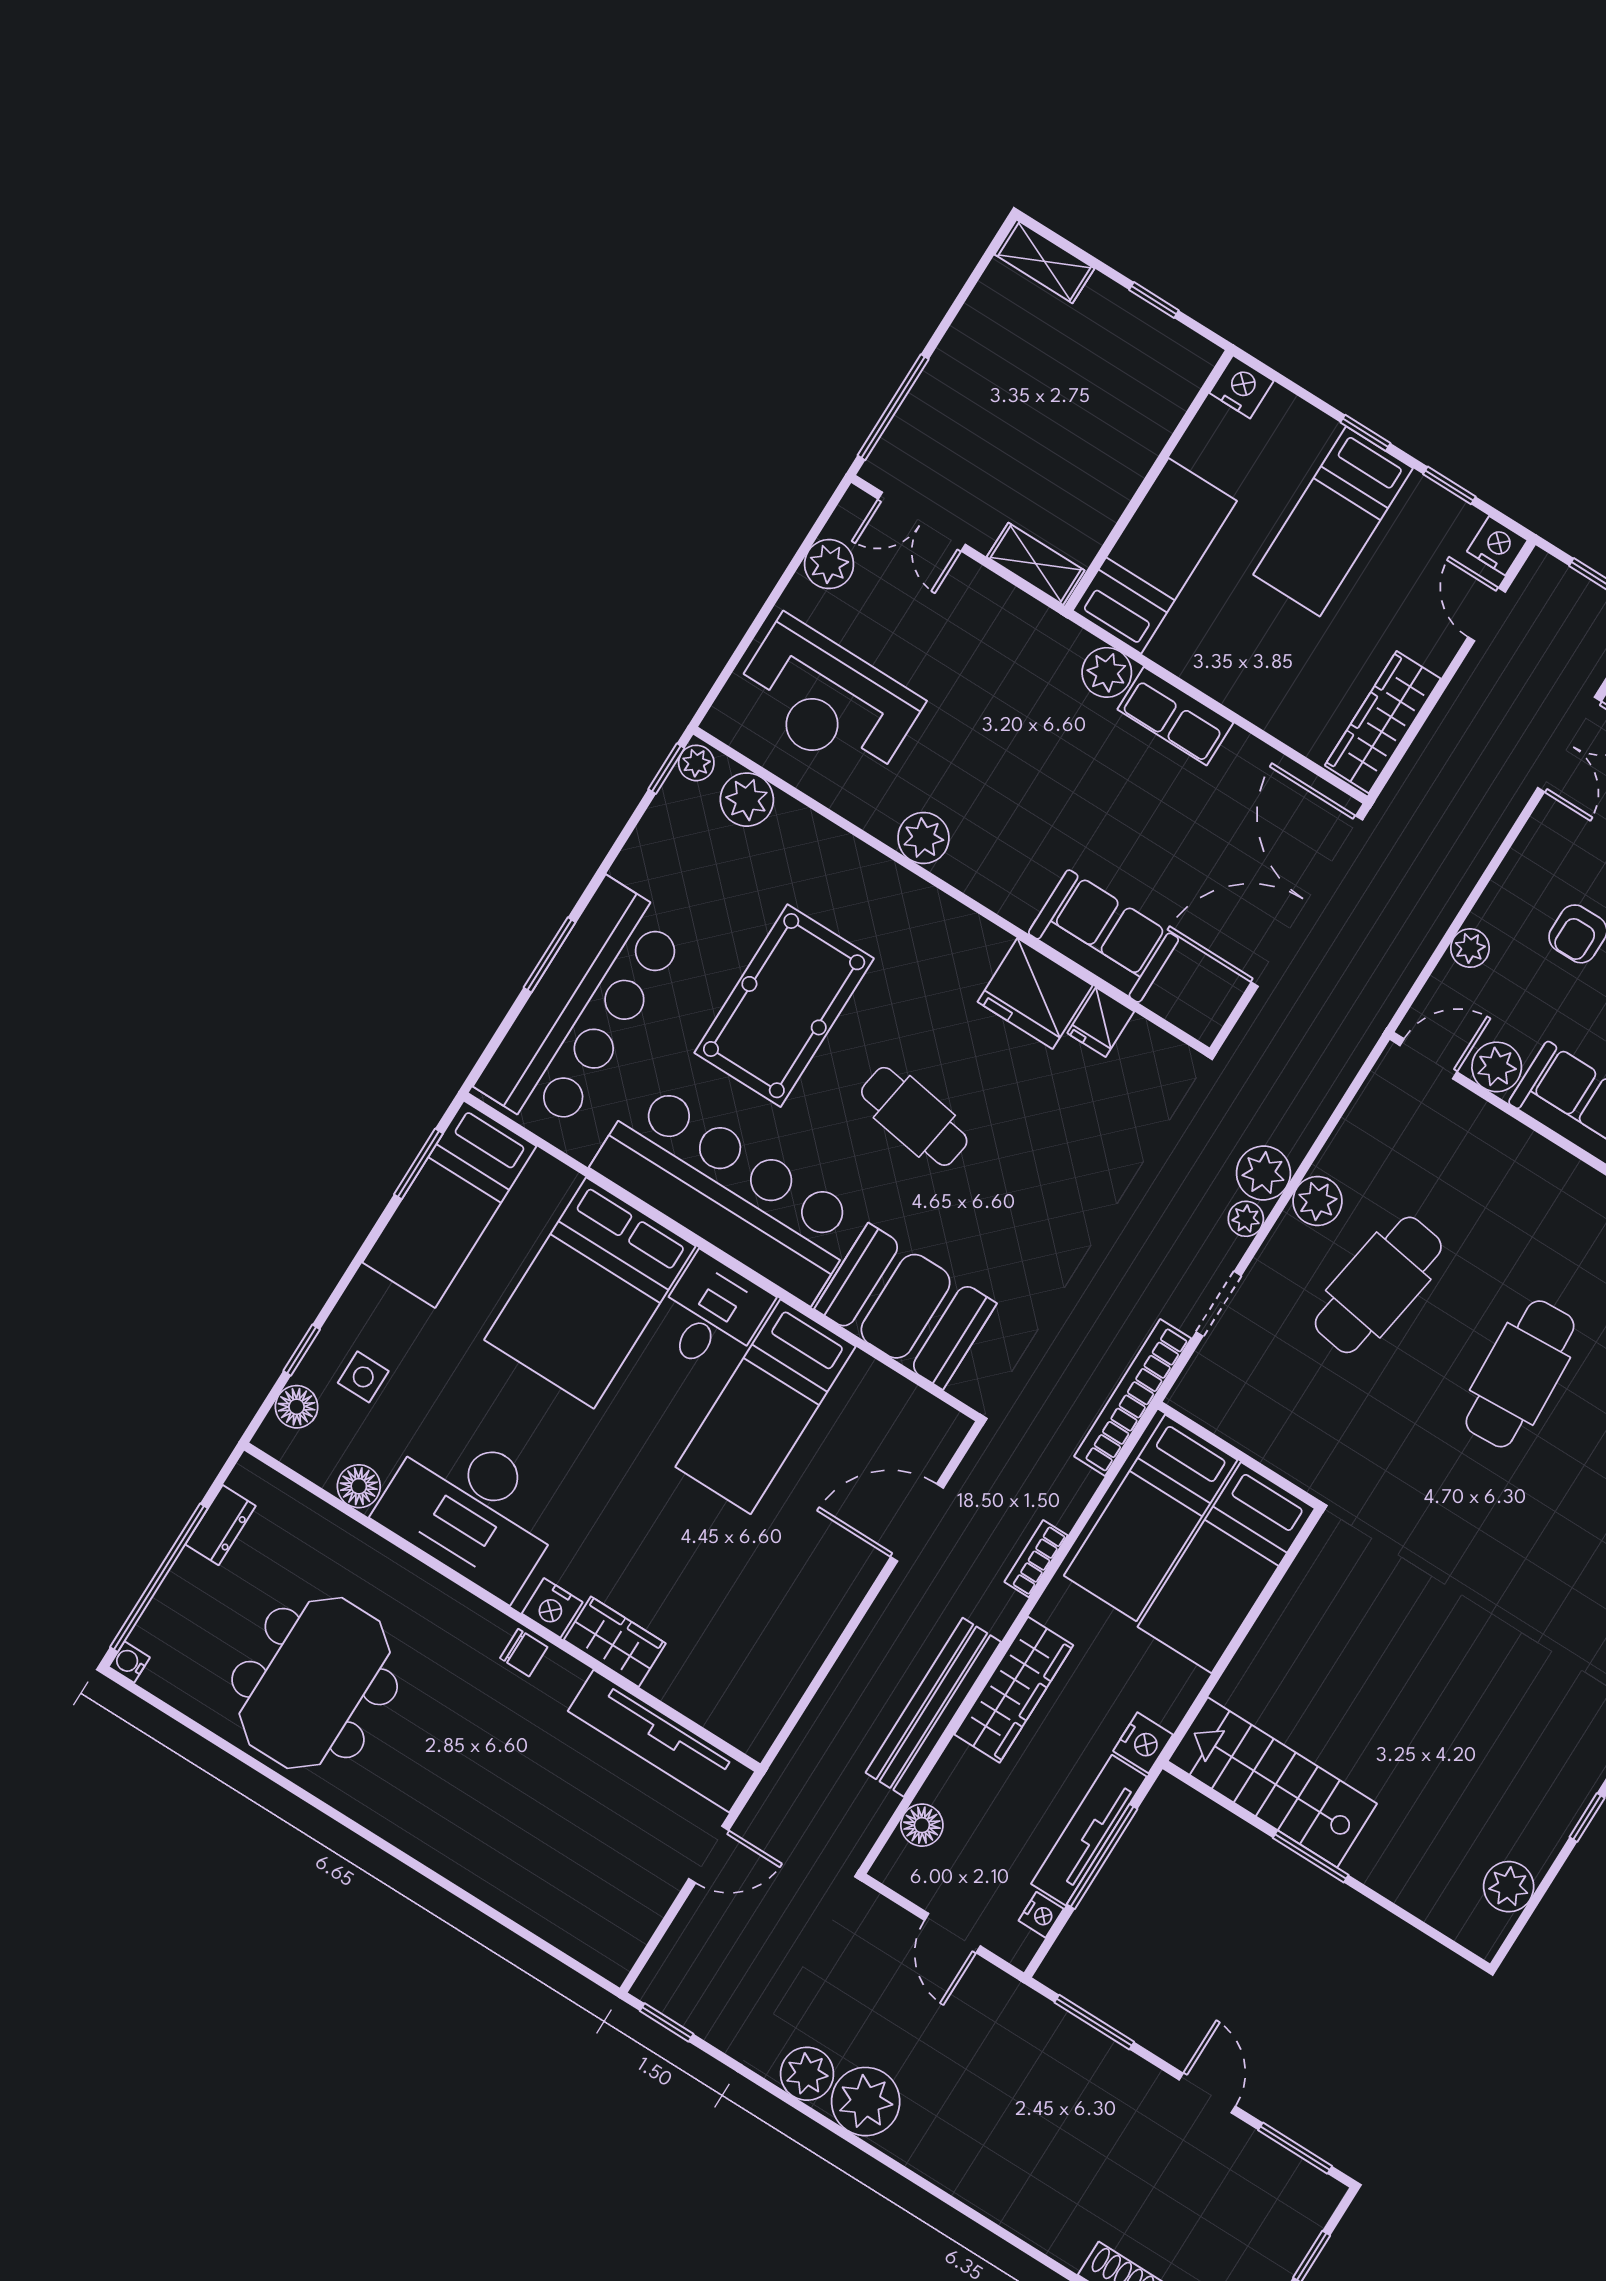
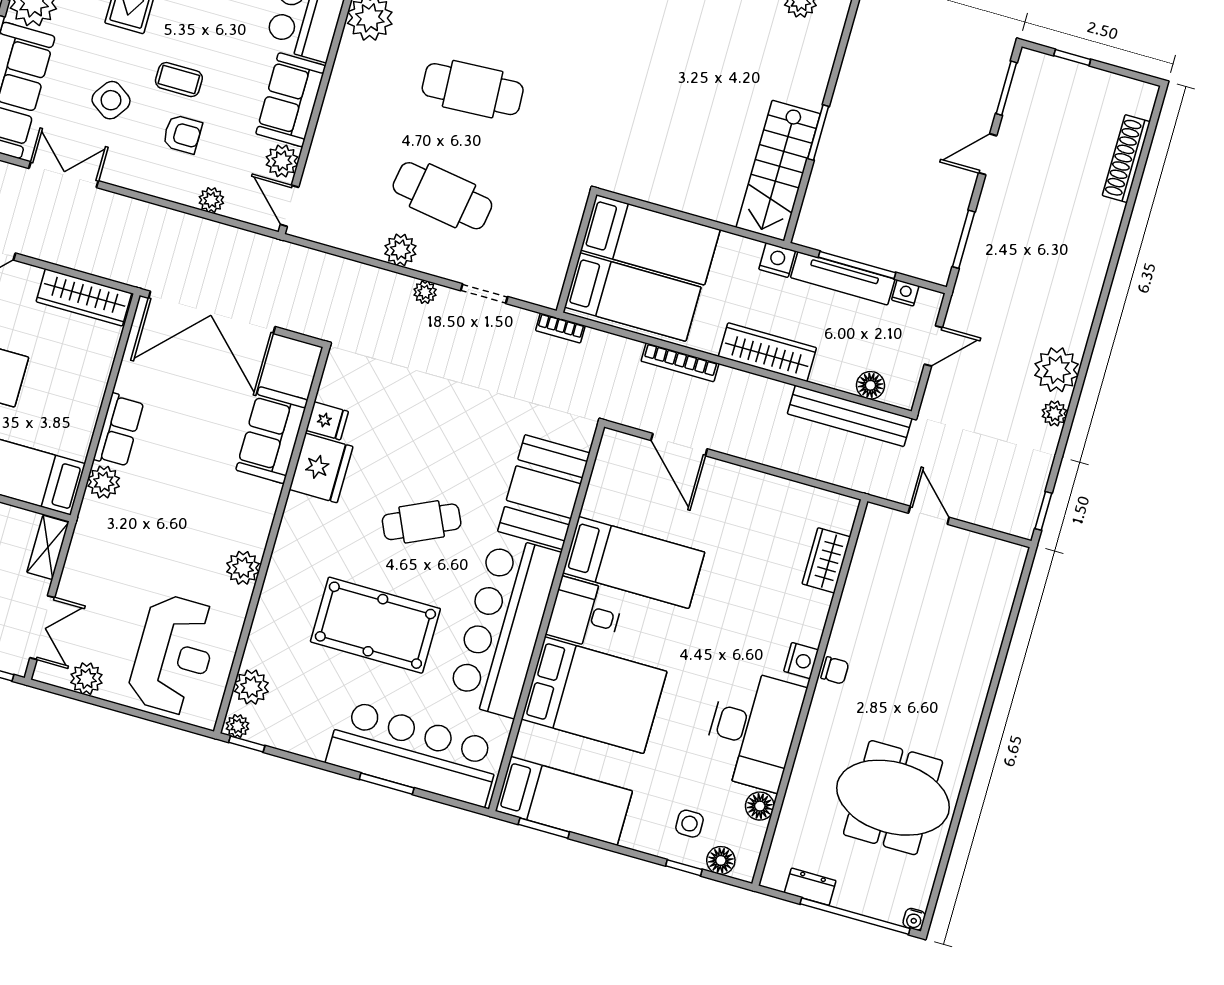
cafe table: (914, 1116) -> (422, 522), turned 56
plant: (1263, 1173) -> (393, 289), removed
bookcase: (1133, 1397) -> (560, 328), width x0.43, depth x0.76
bookcase: (1036, 1559) -> (680, 362), width x1.56
wardrobe: (615, 1642) -> (826, 560), moved
chair: (524, 1653) -> (835, 670), turned 90
bench: (933, 1707) -> (850, 416), moved
tv unit: (662, 1741) -> (866, 566), removed
plant: (807, 2074) -> (1054, 413), width x0.73, depth x0.73

